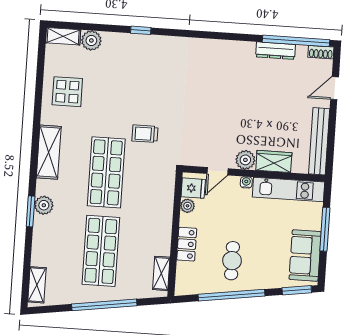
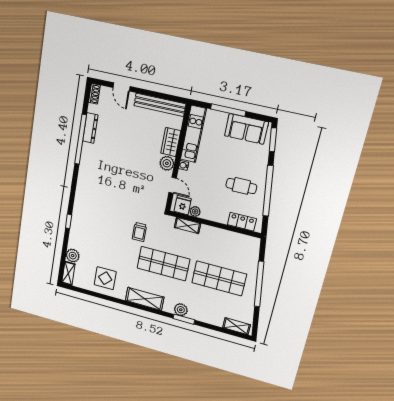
window: (296, 41) -> (81, 139), moved
locker: (187, 244) -> (242, 222), moved
shelving: (161, 273) -> (187, 226), moved

